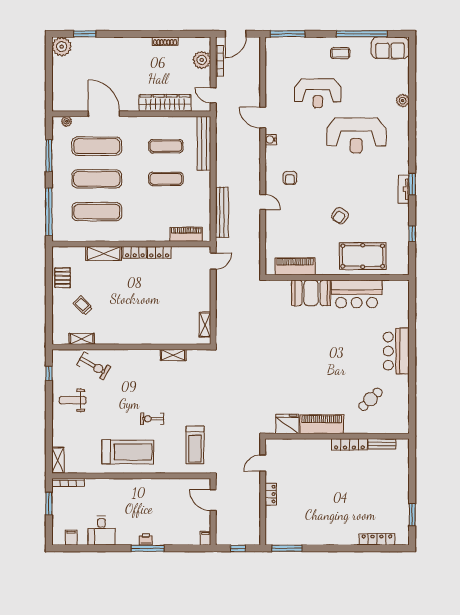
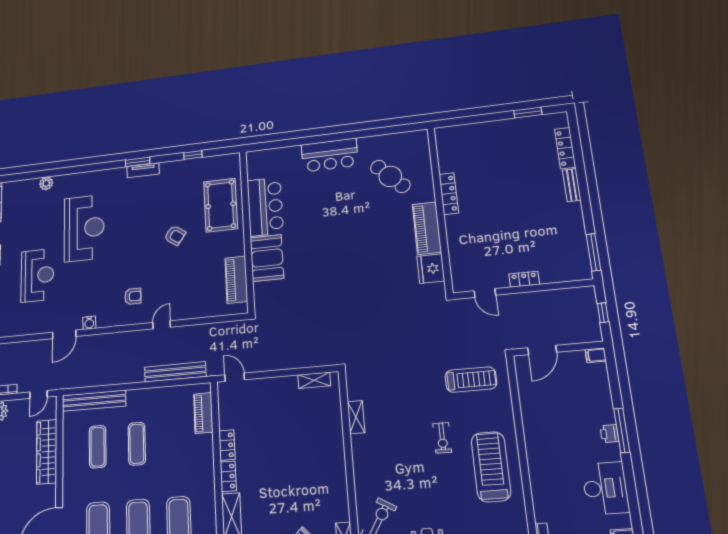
cafe table: (370, 399) -> (390, 176), width x1.37, depth x1.35
bench: (382, 444) -> (572, 185), moved
desk: (101, 531) -> (605, 488), width x1.37

